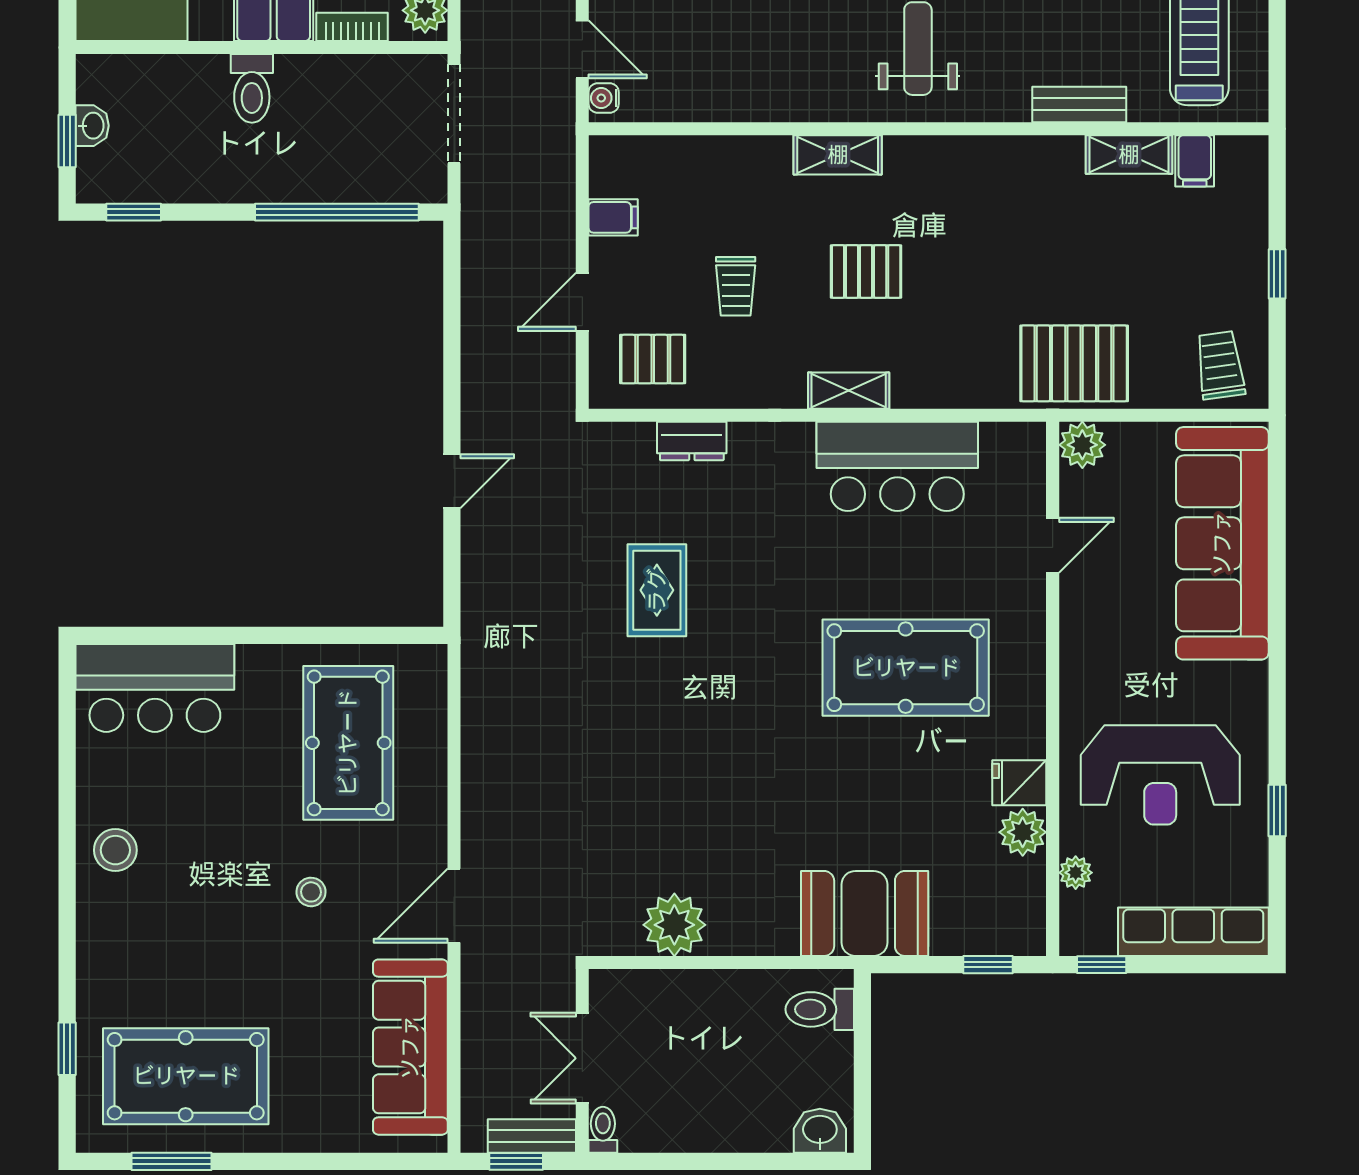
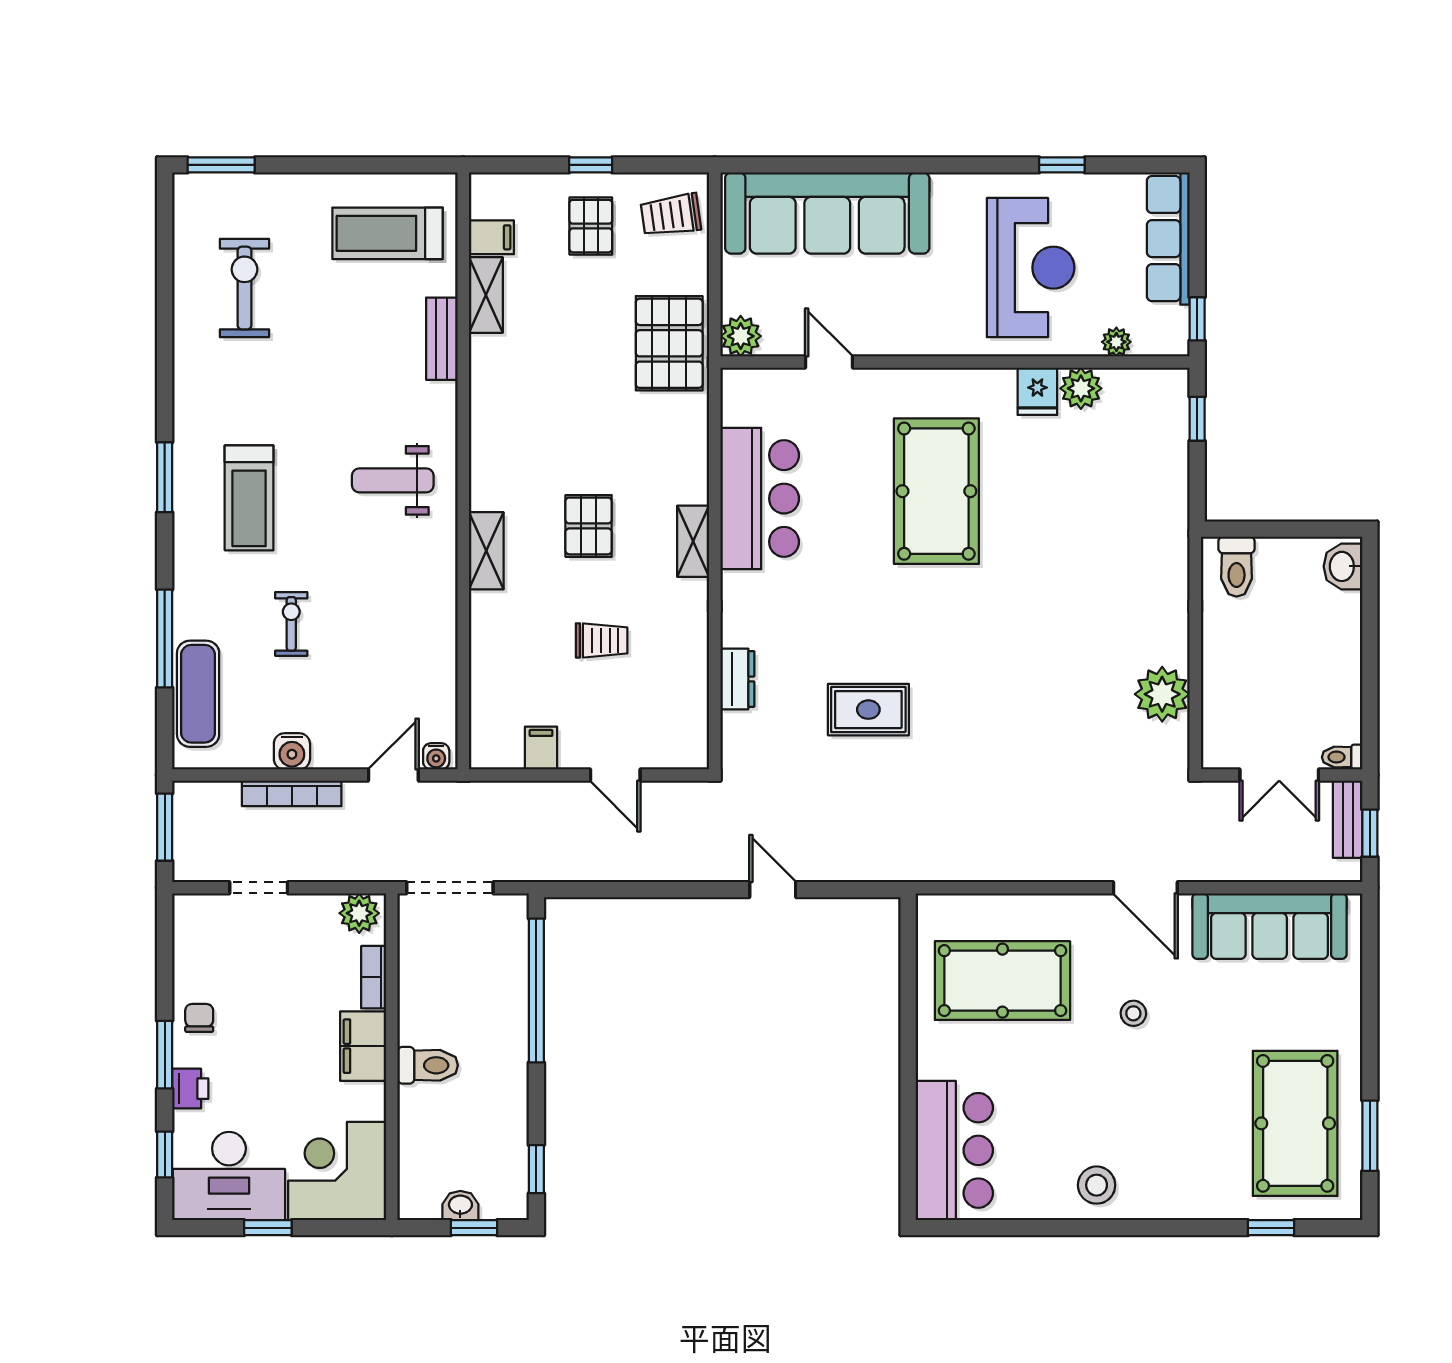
pallet: (653, 359) -> (591, 226), moved
booth: (865, 913) -> (1152, 527), removed

